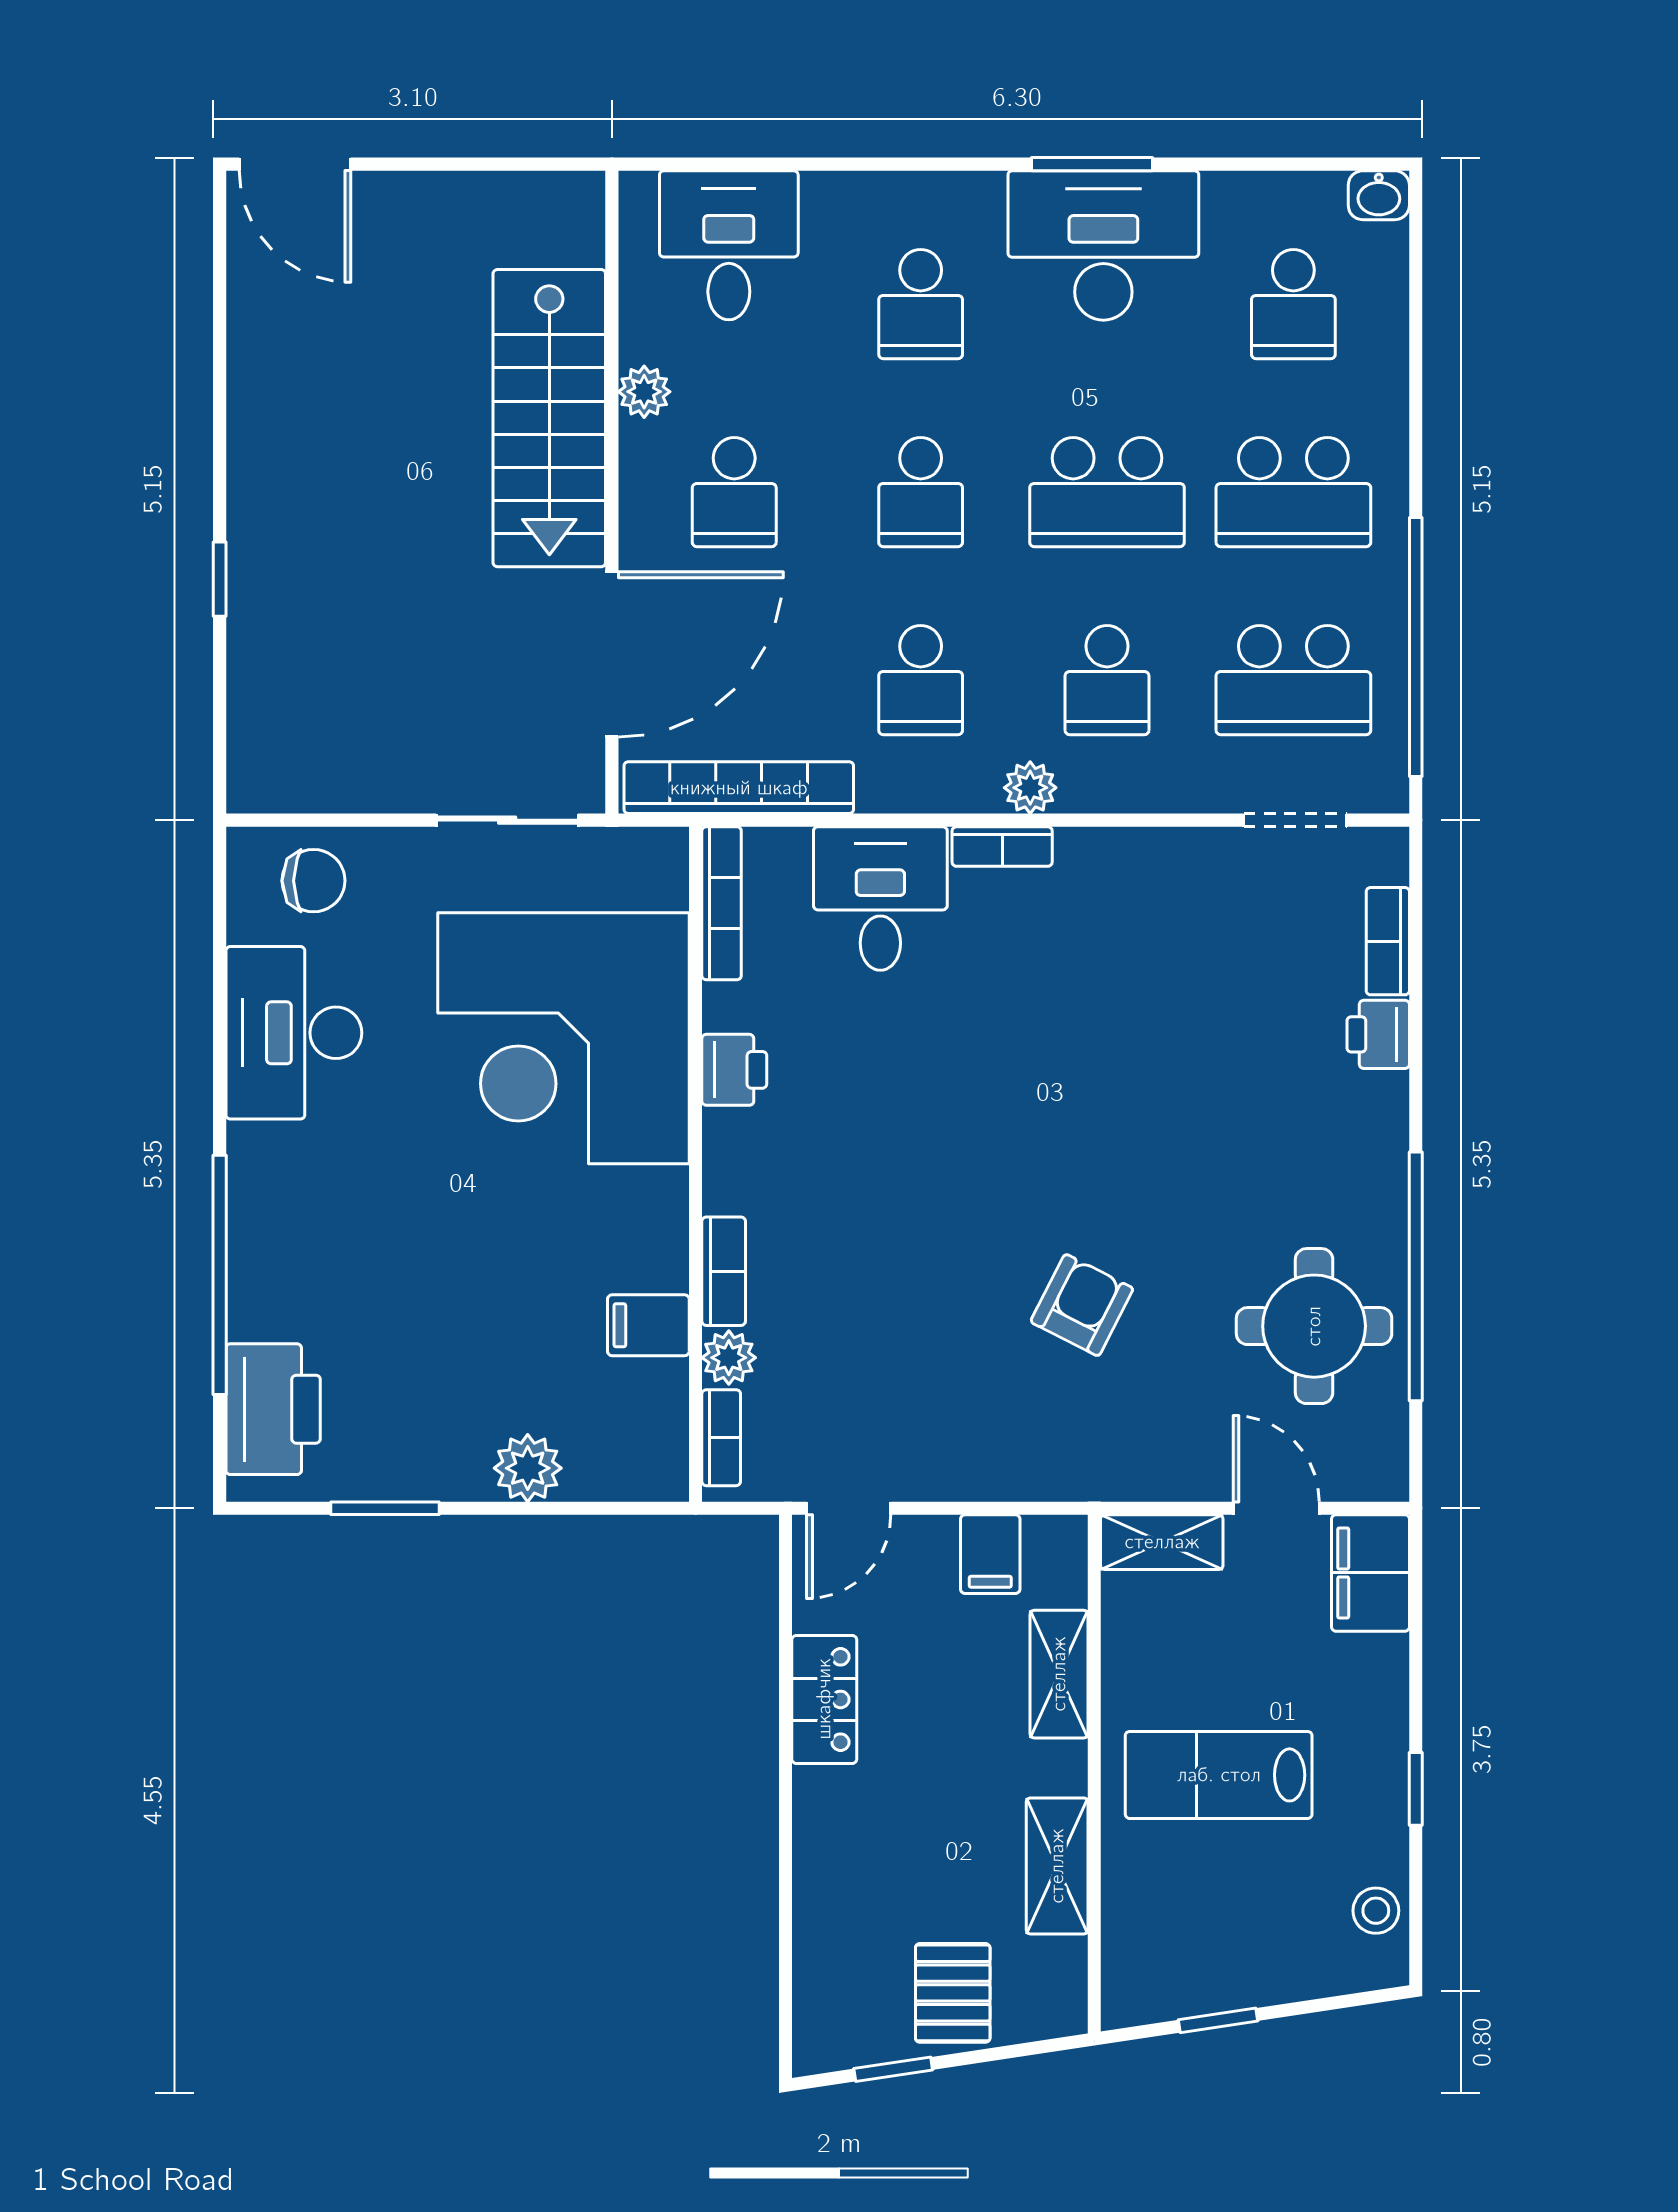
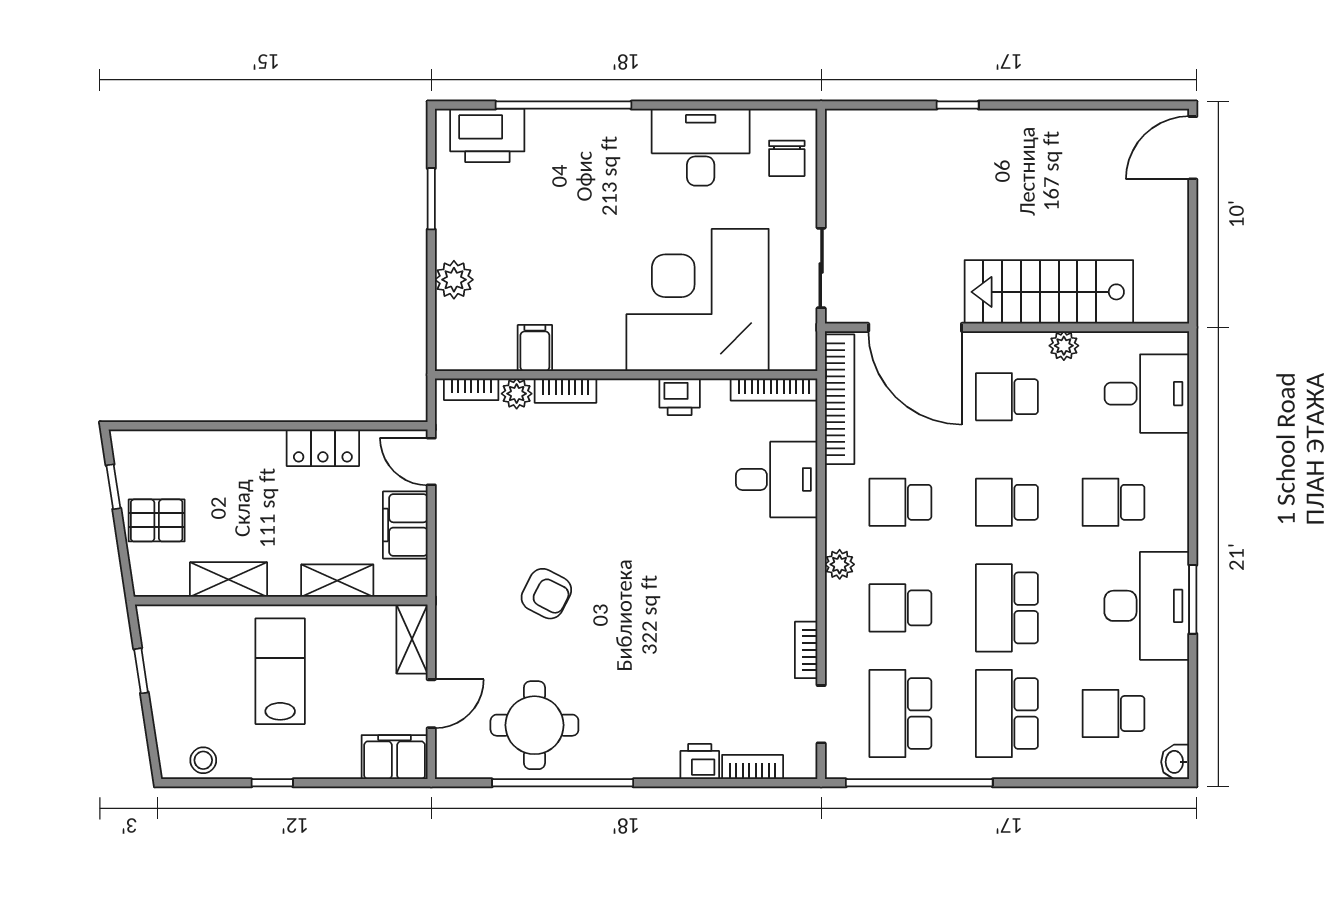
bookcase: (1002, 847) -> (806, 650), moved
filing cabinet: (990, 1554) -> (405, 525), width x2.00

